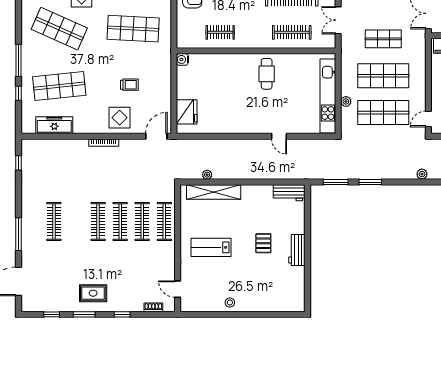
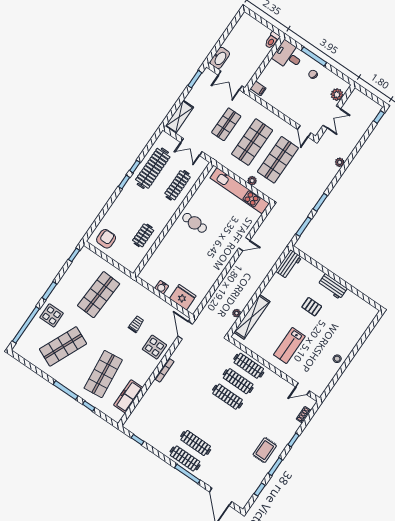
water cooler: (182, 59) -> (162, 287), moved
clothes rail: (98, 221) -> (185, 458), moved

